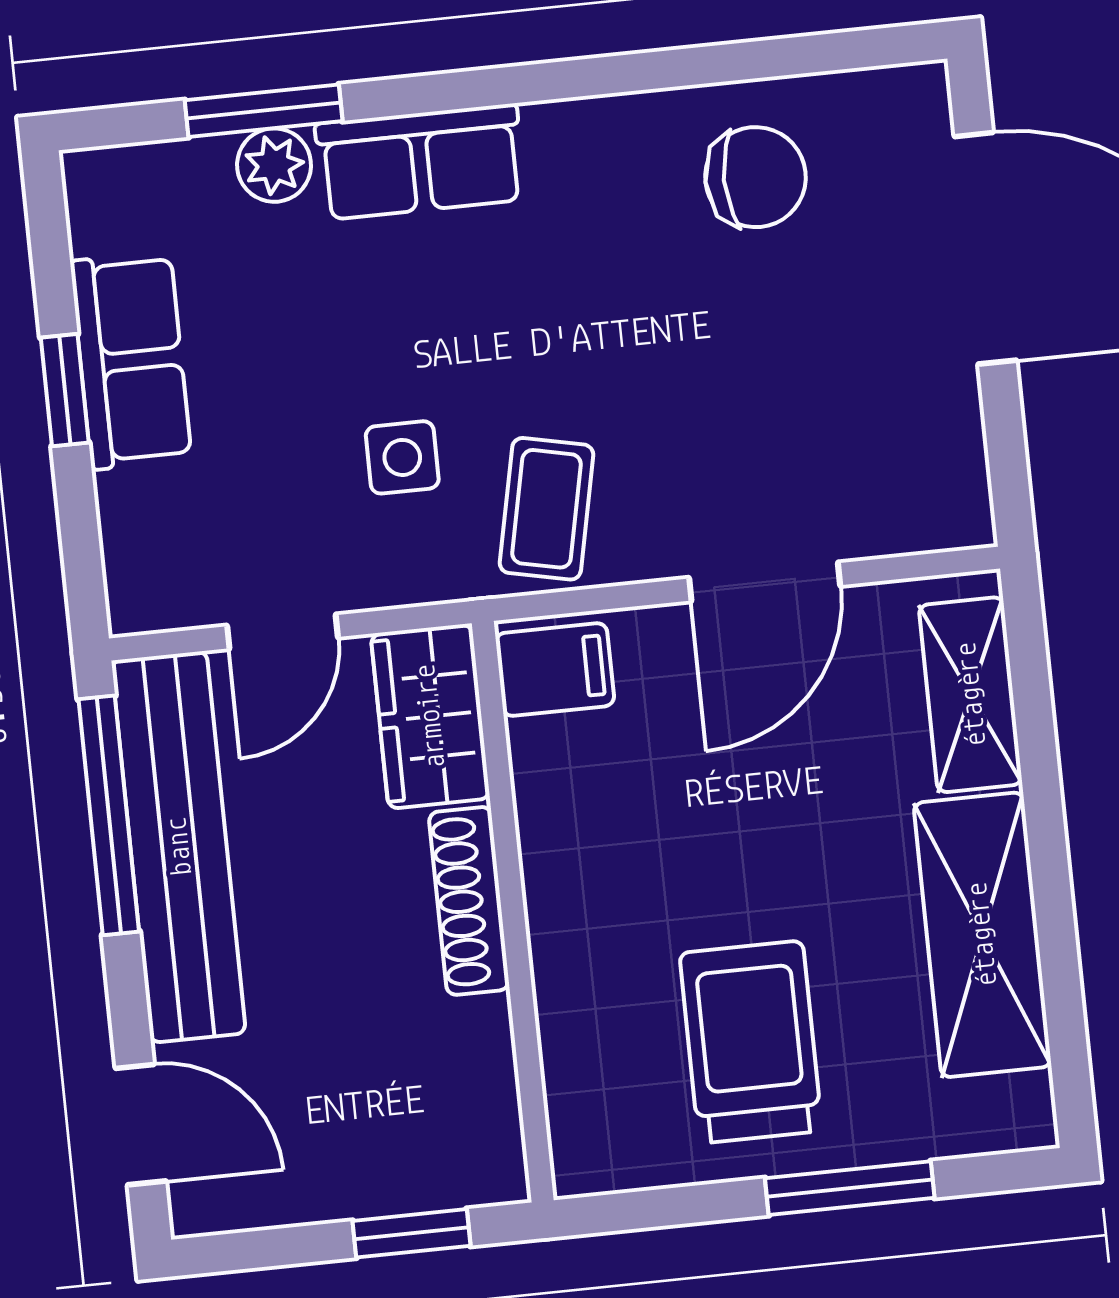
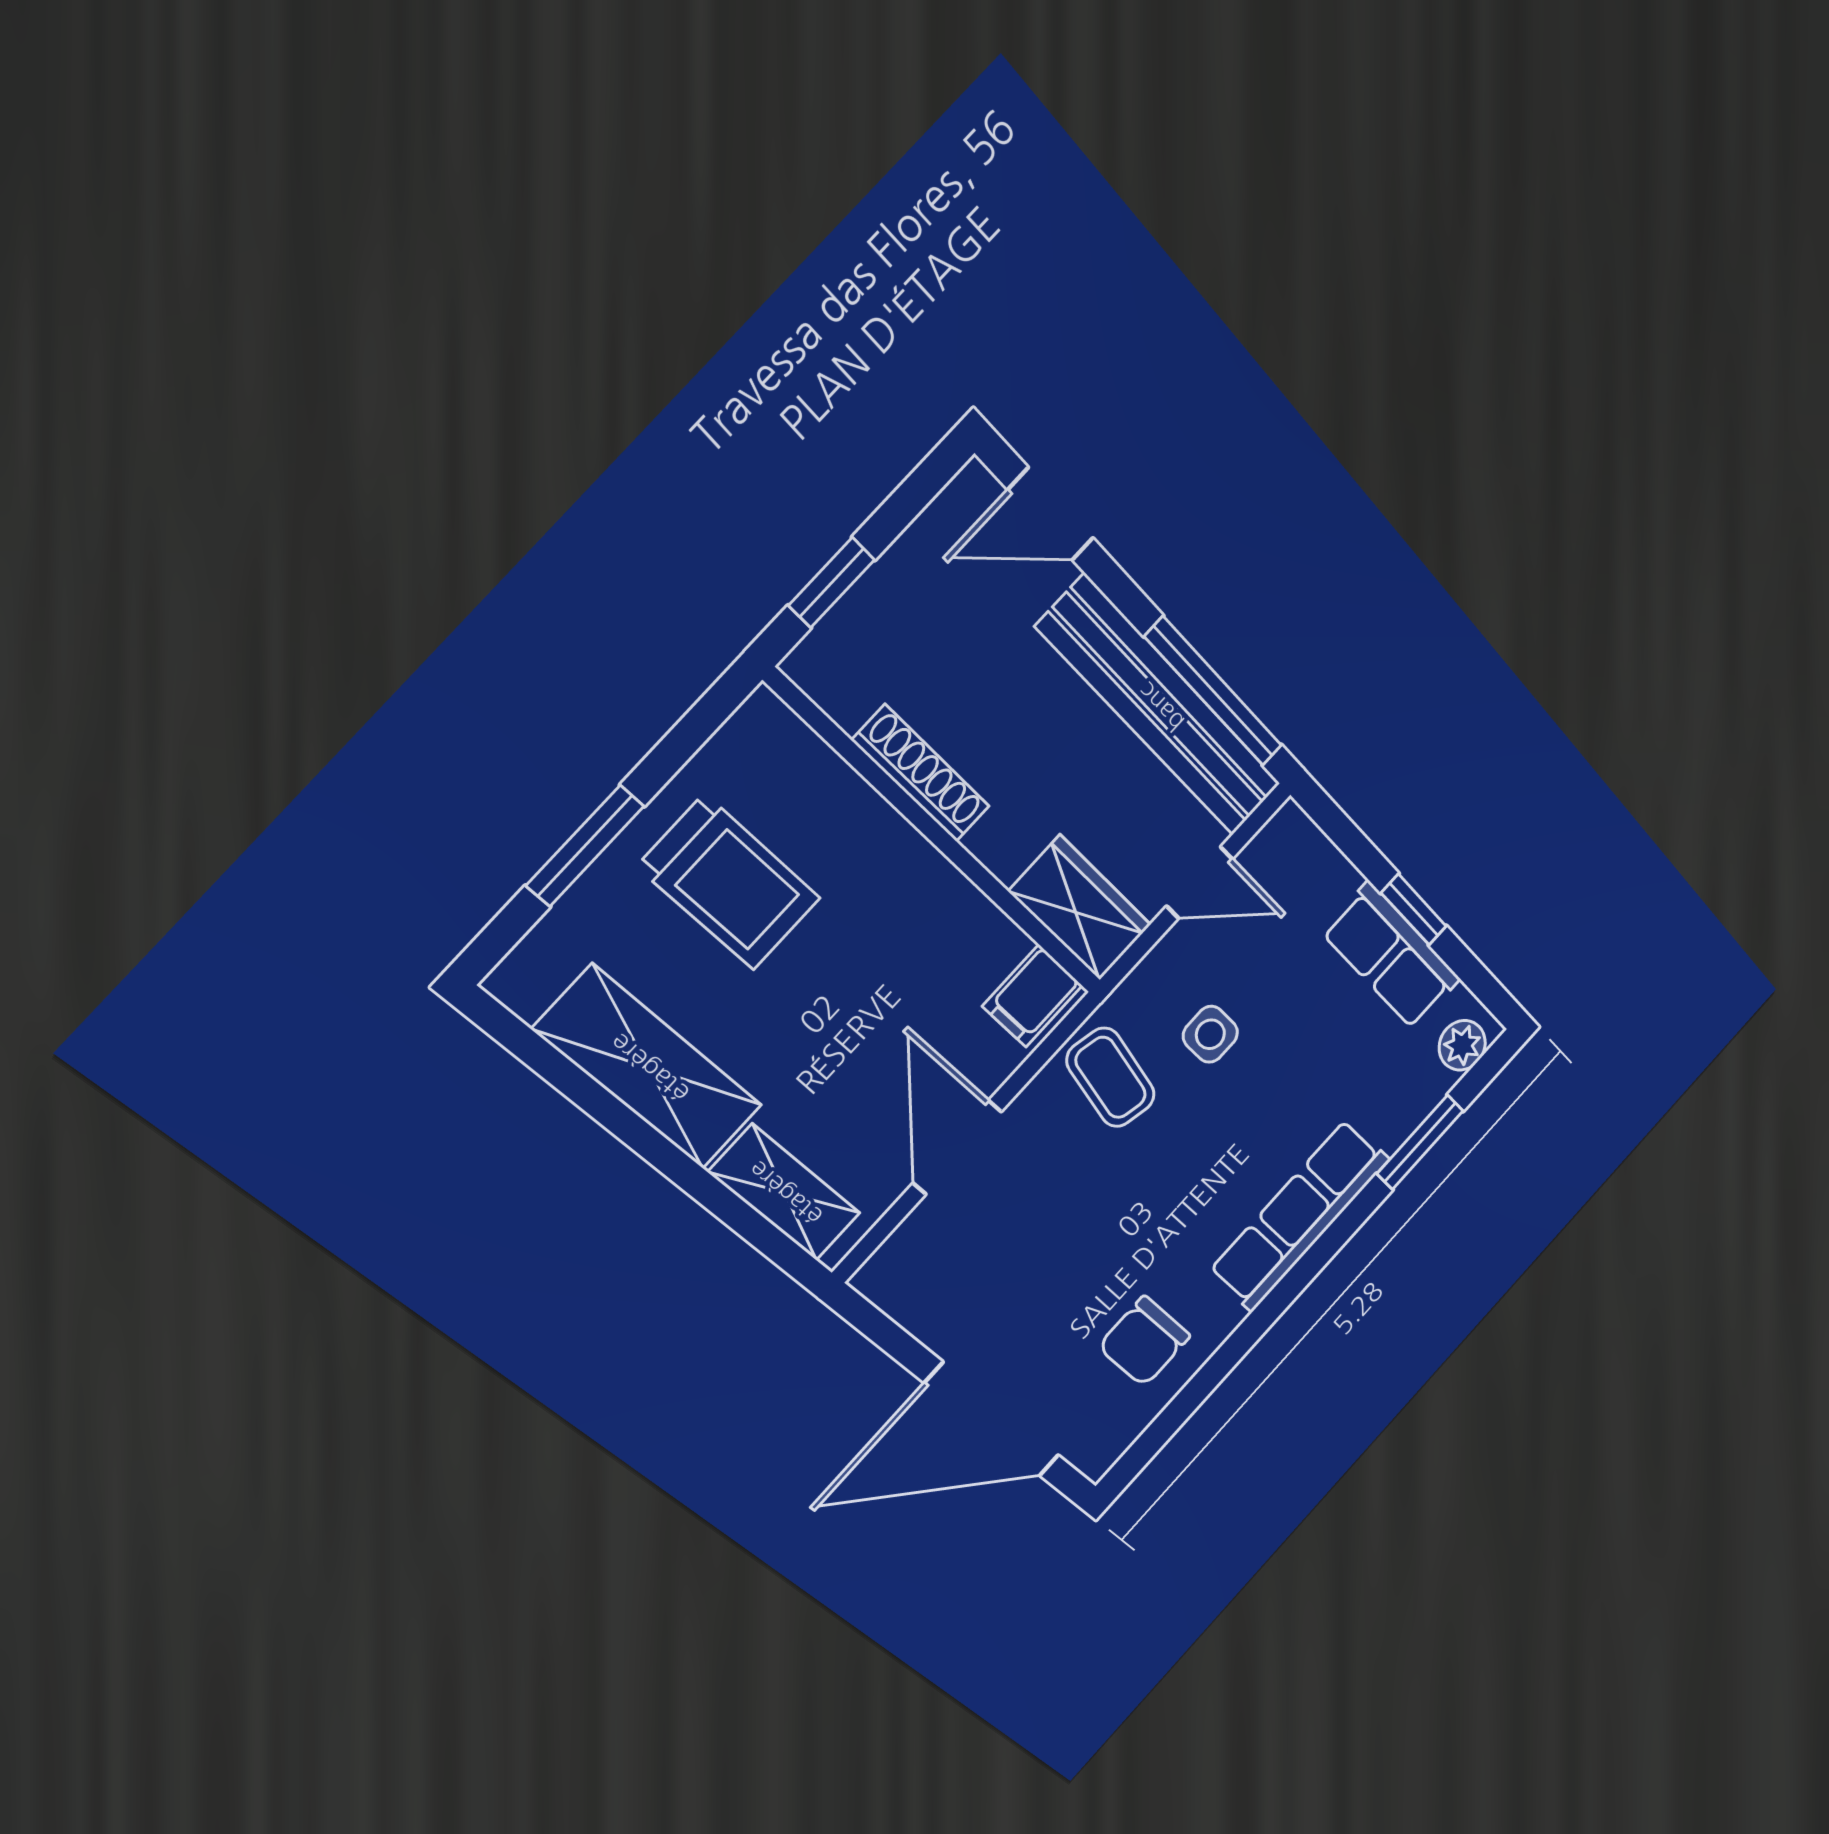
row of seats: (420, 162) -> (1299, 1215), width x1.48
plant: (274, 165) -> (1462, 1045), moved
door: (282, 632) -> (1199, 882), swing flipped
shoe rack: (469, 901) -> (921, 774), moved

